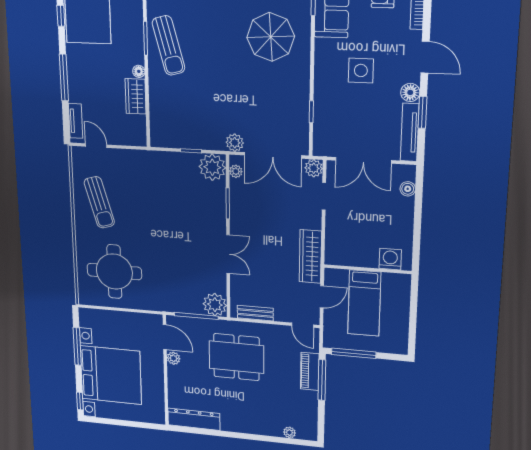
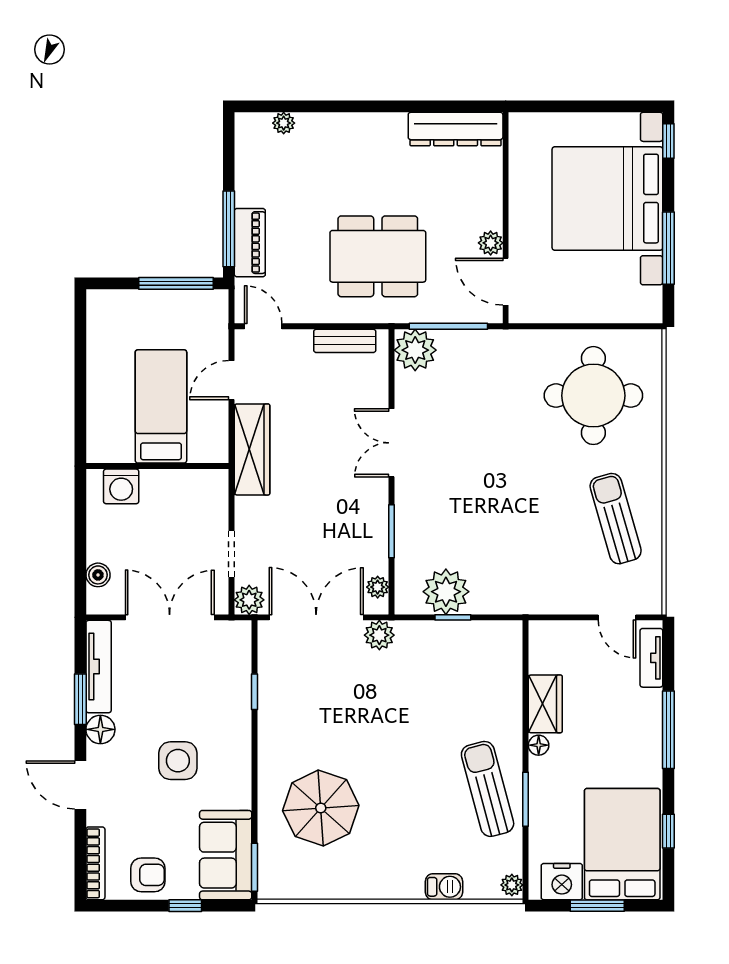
plant: (212, 167) -> (446, 592), moved
washing machine: (390, 259) -> (121, 486), moved
wall: (368, 269) -> (157, 466), moved
bed: (364, 303) -> (161, 406), moved

